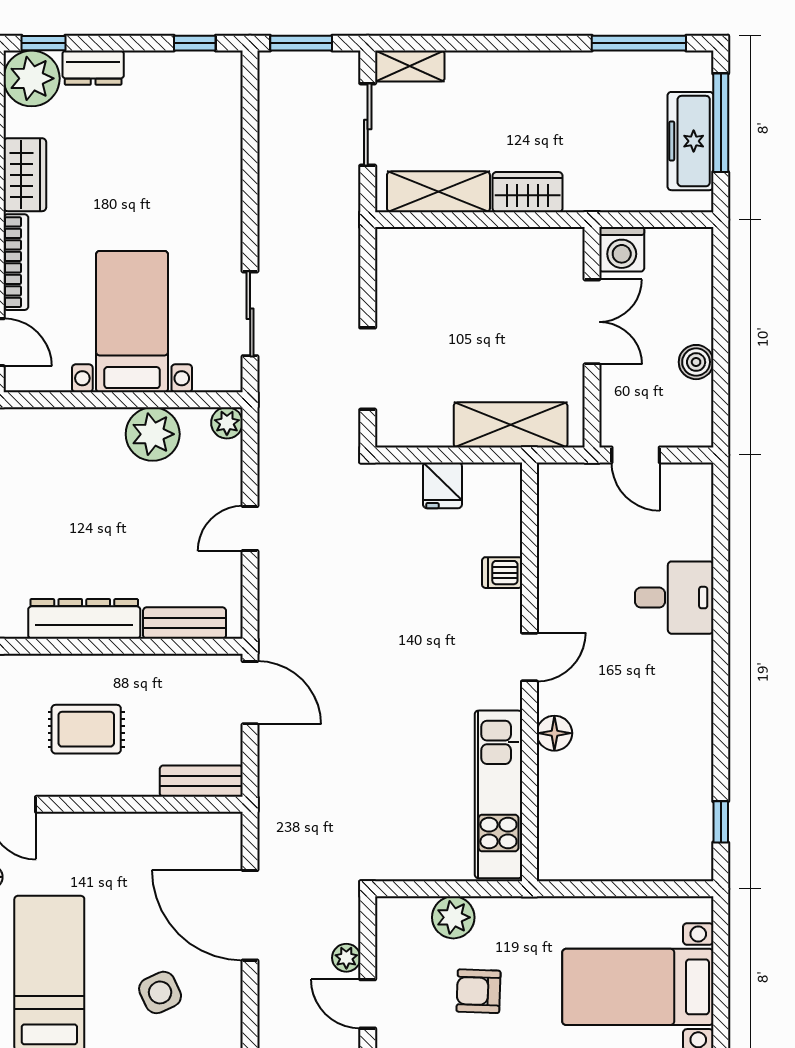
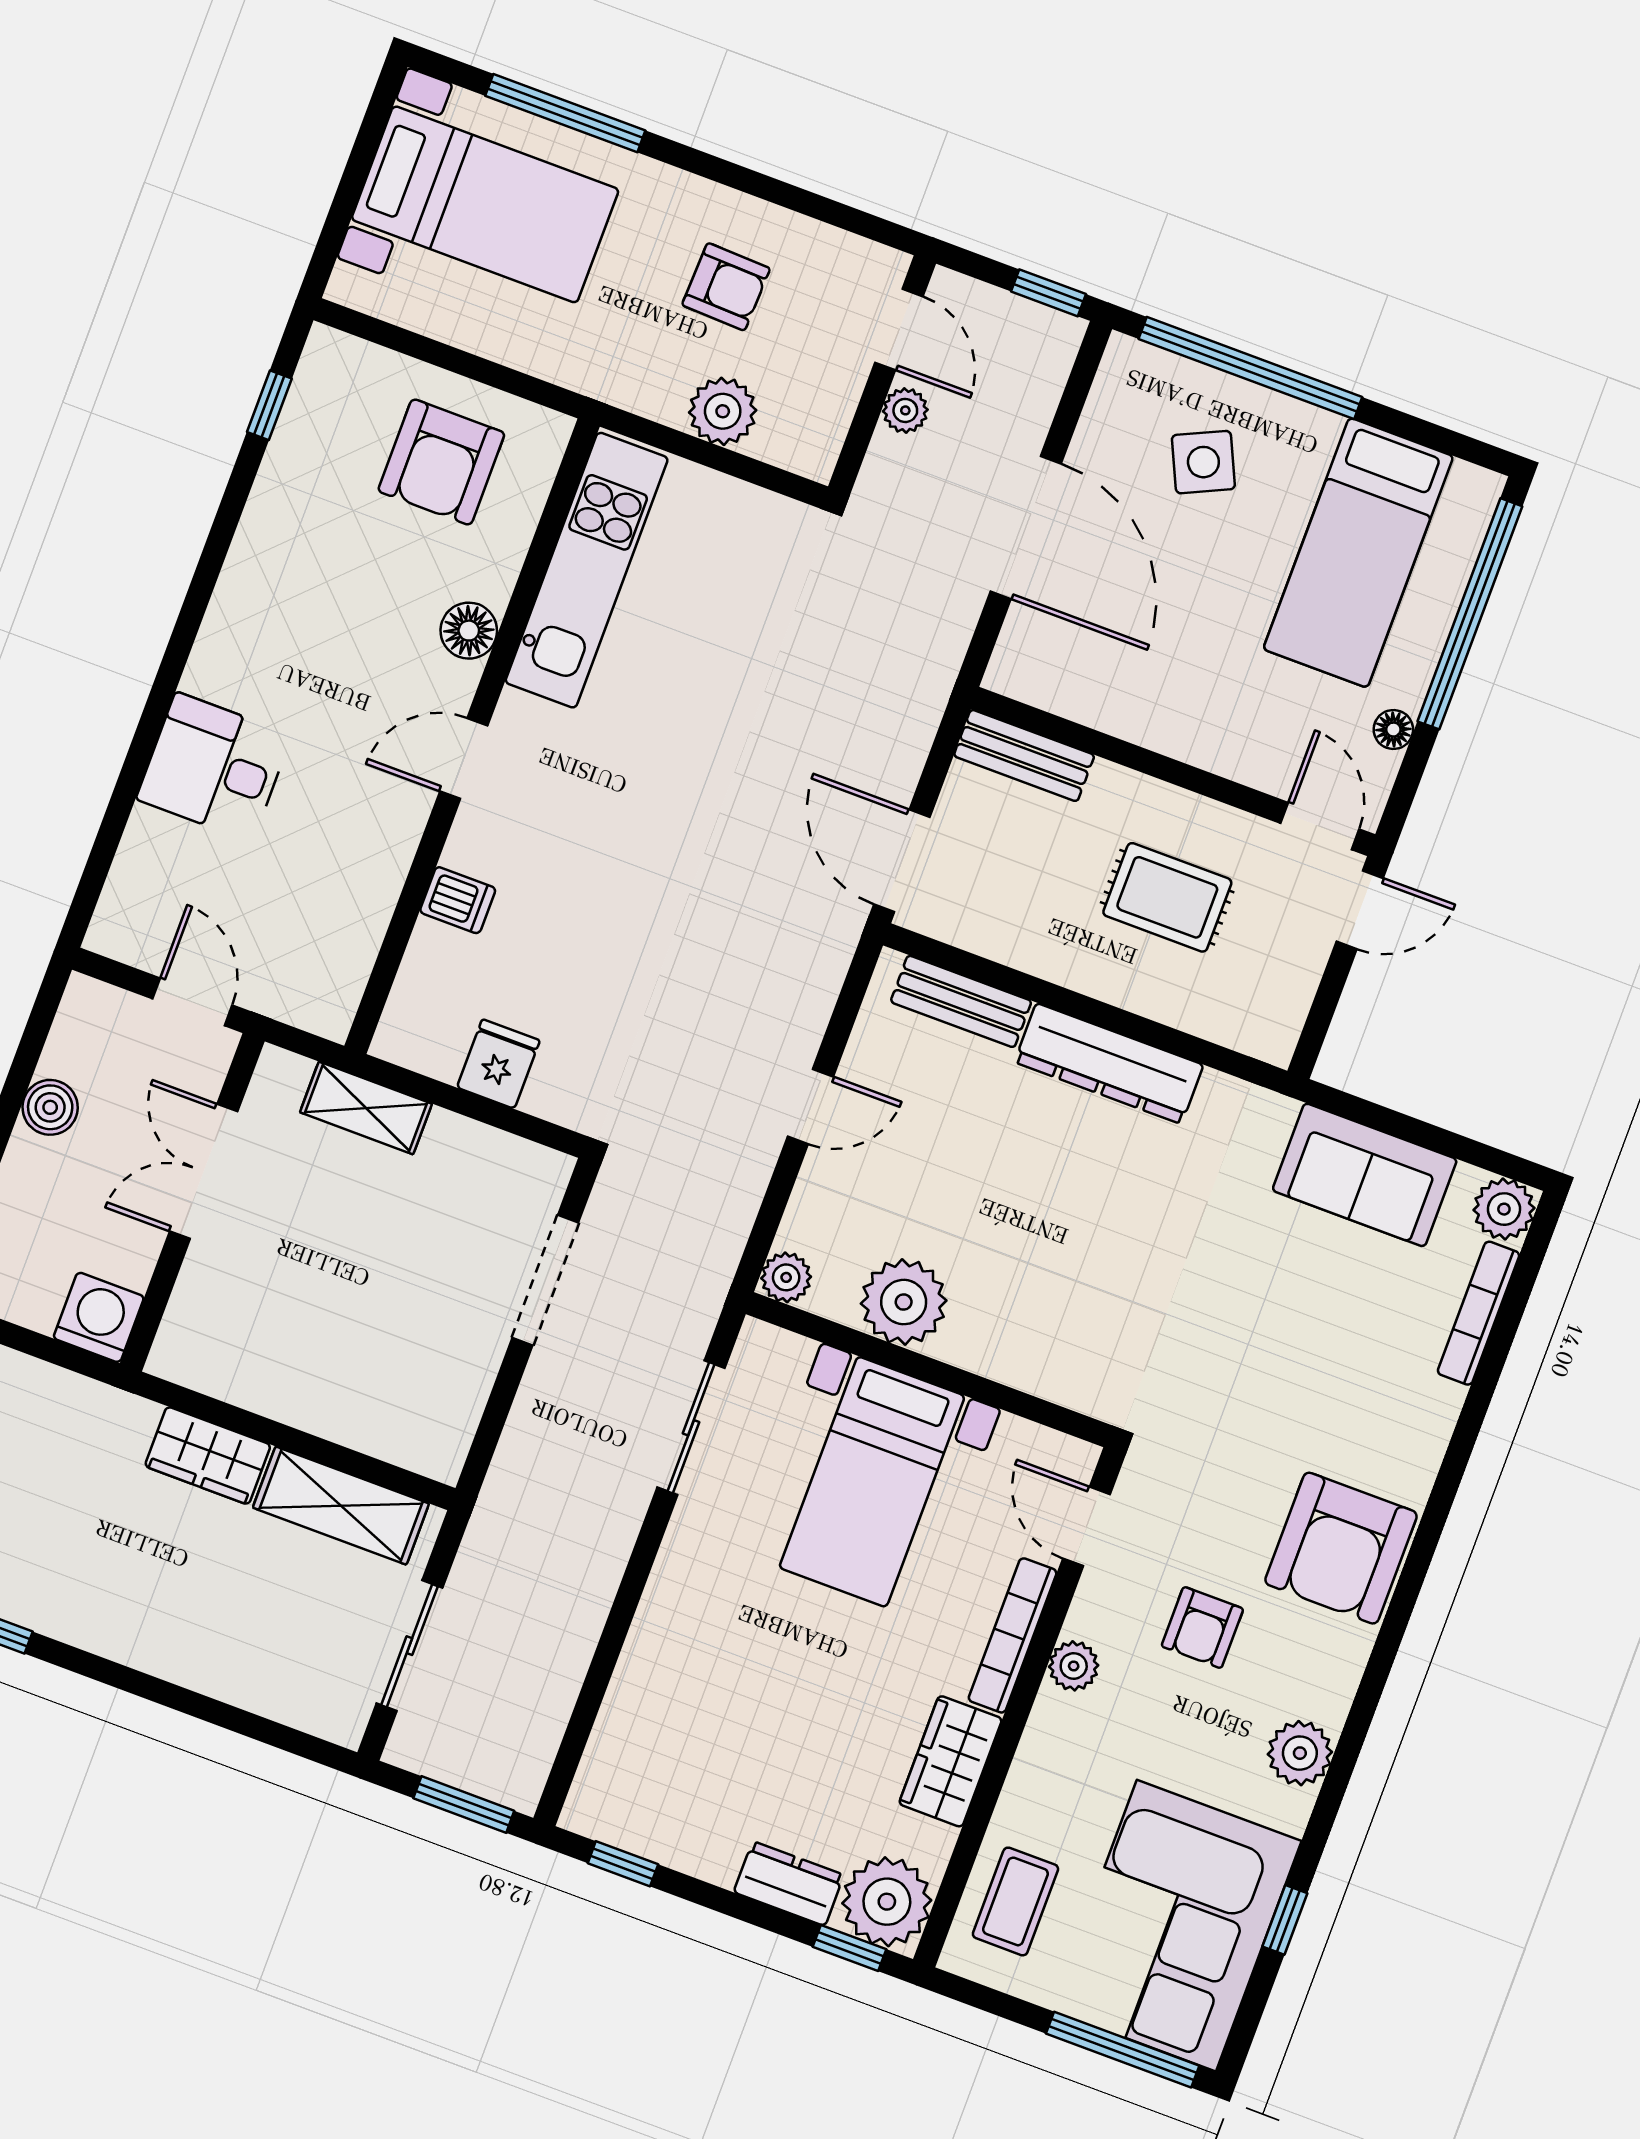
shelving: (410, 66) -> (314, 1710), removed
double door: (592, 322) -> (204, 1171), moved
shelving: (511, 425) -> (366, 1108), width x0.67, depth x0.75
armchair: (607, 826) -> (441, 462), added

